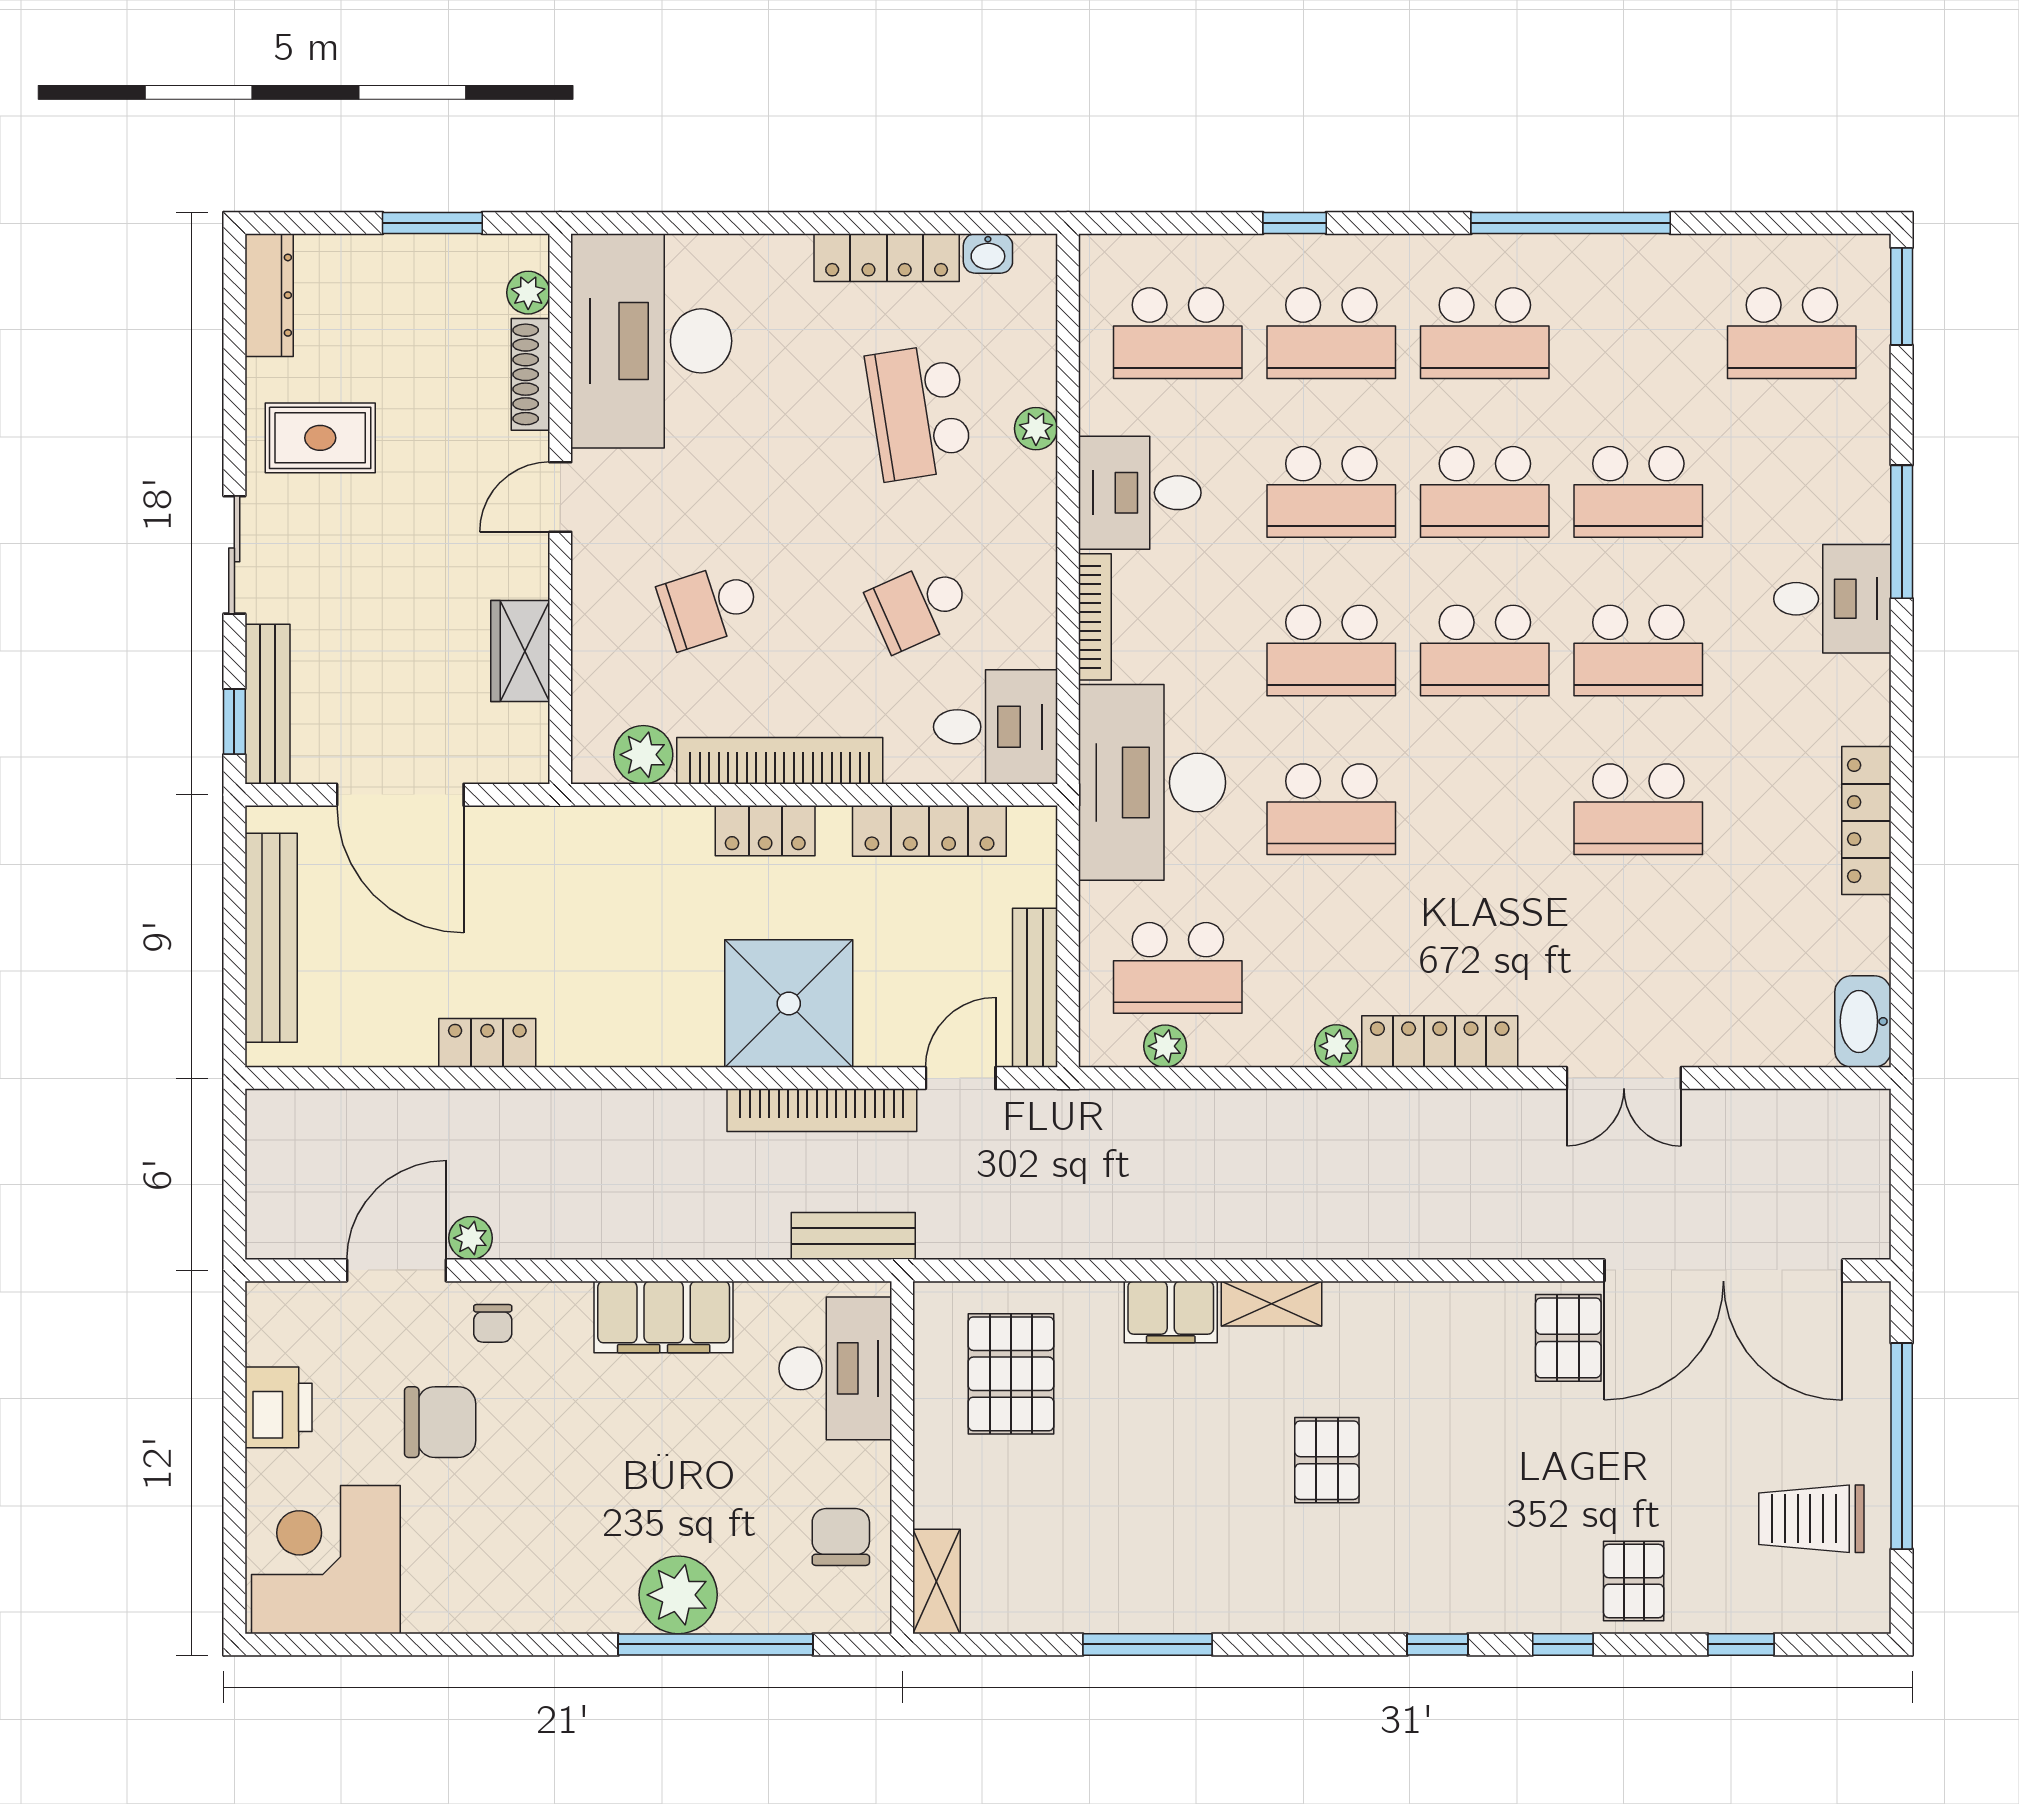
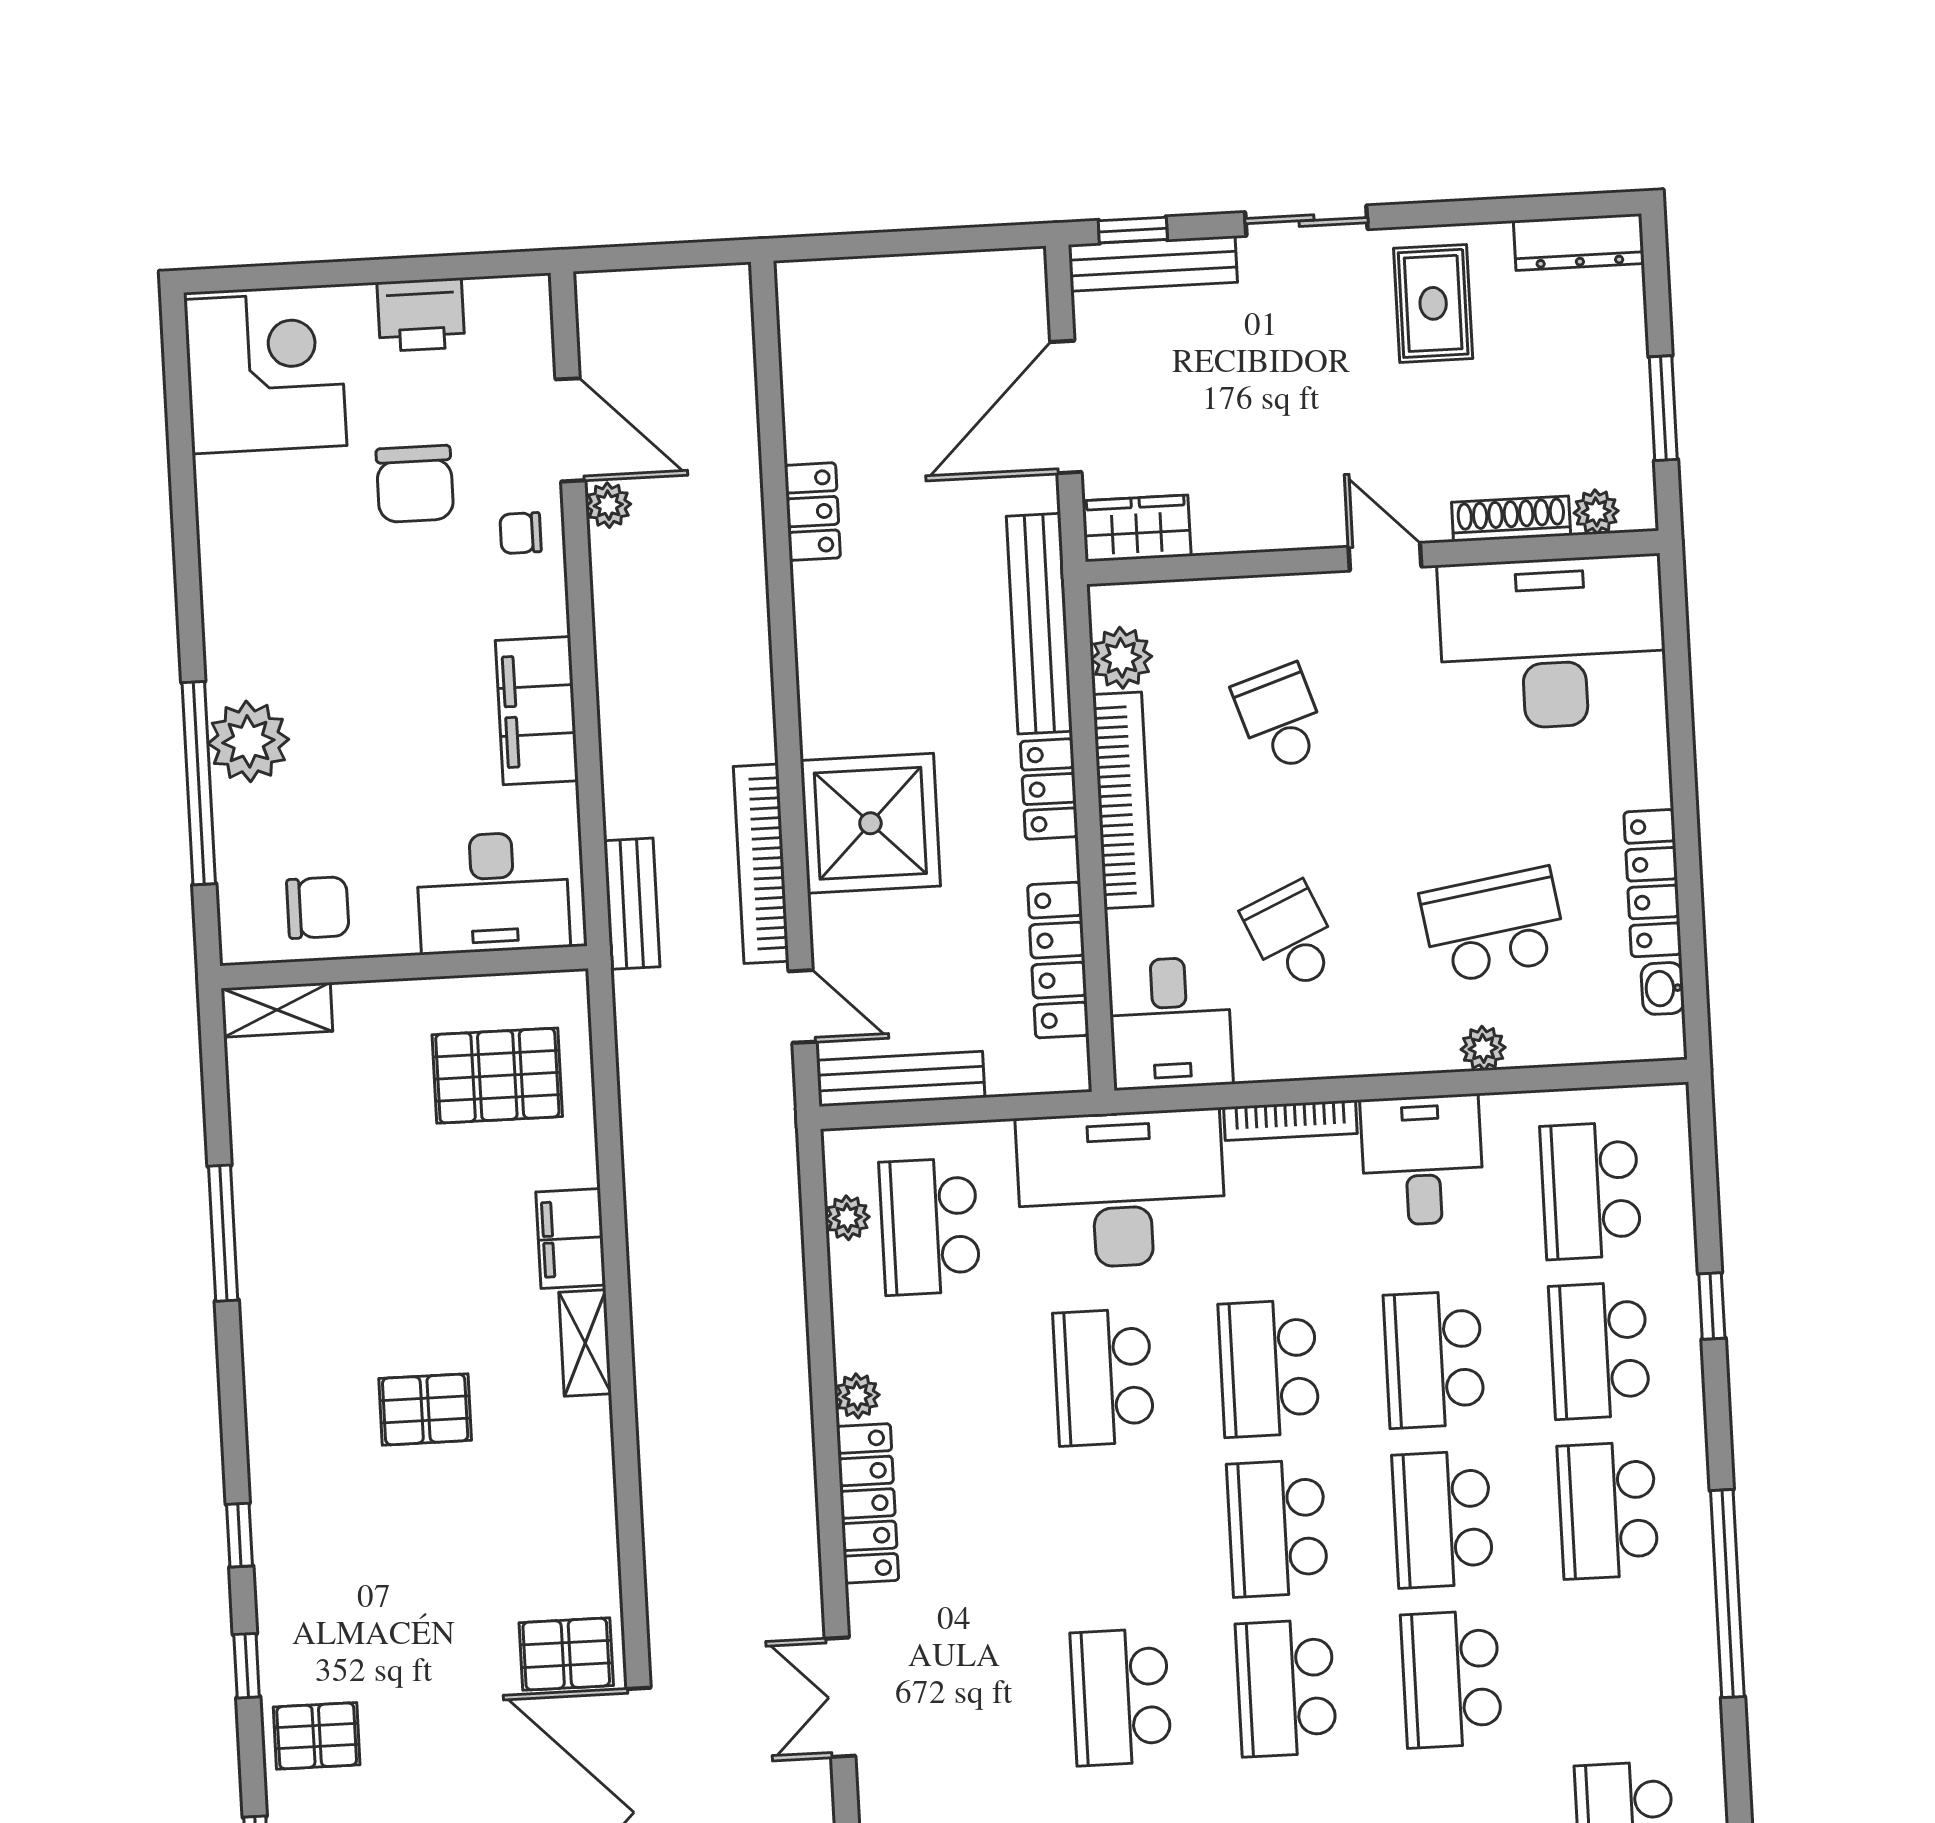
wardrobe: (520, 651) -> (1137, 528), moved
bench: (271, 938) -> (1039, 624), moved, turned 90

